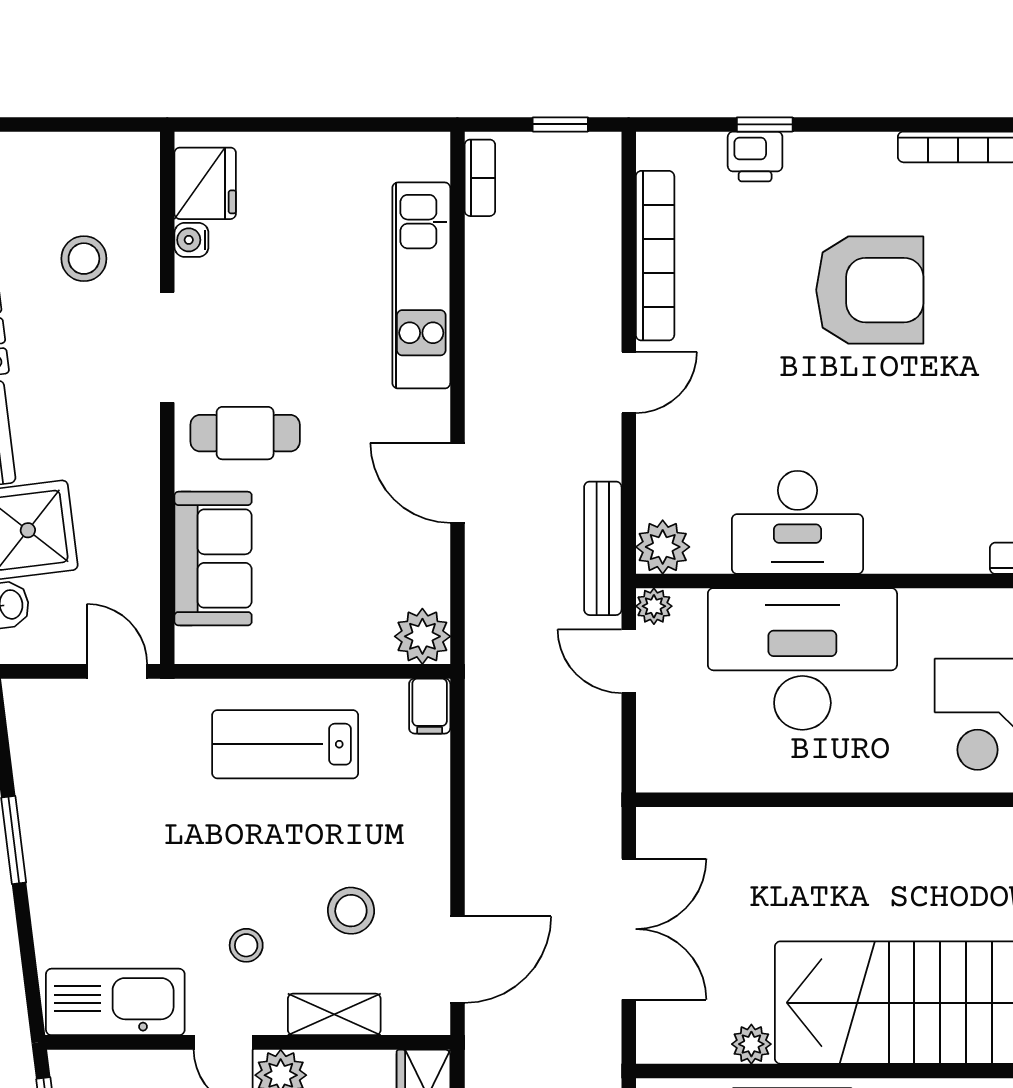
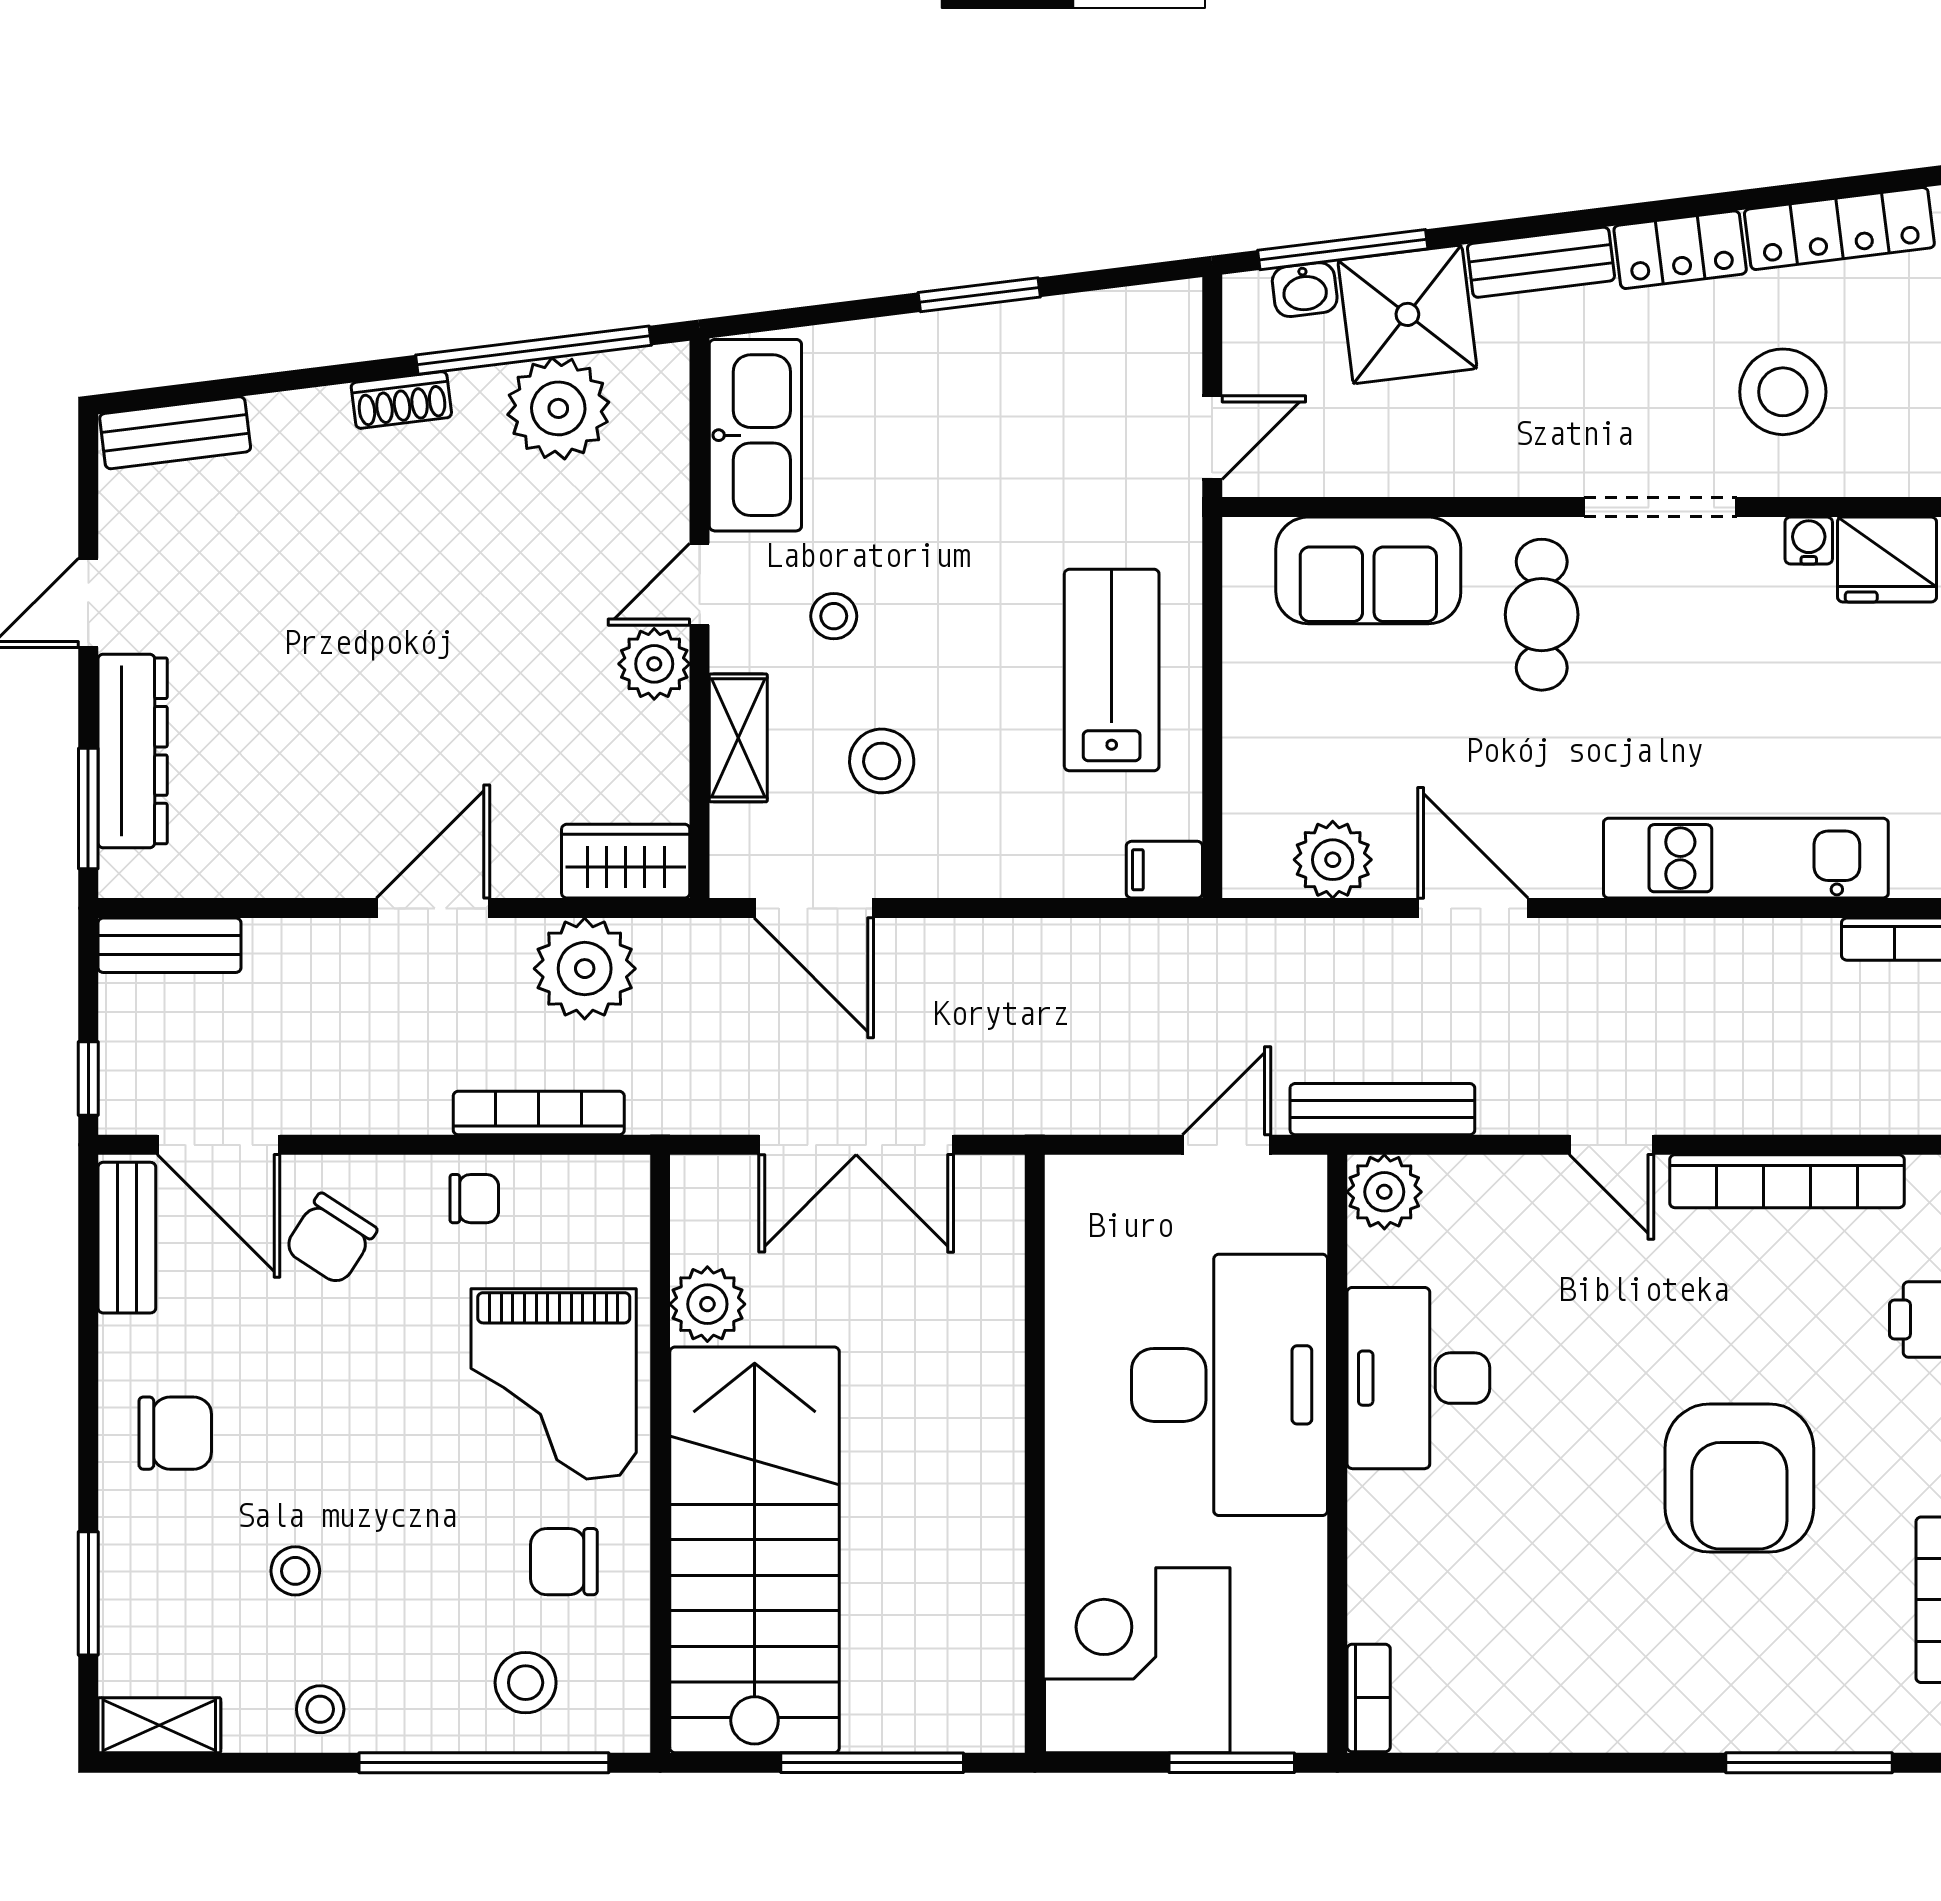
stool: (84, 259) -> (1783, 392), width x1.38, depth x1.38
door: (457, 483) -> (1473, 908), hinge flipped
plant: (654, 606) -> (1302, 1180), removed
plant: (422, 636) -> (1333, 860), moved
plant: (751, 1044) -> (707, 1304), width x1.38, depth x1.38

